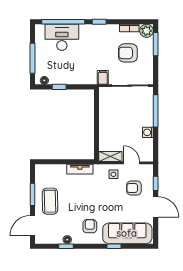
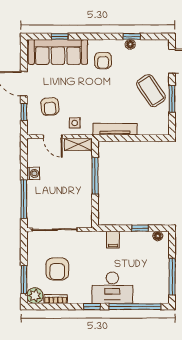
desk: (62, 37) -> (112, 288), moved
armchair: (128, 53) -> (57, 269), turned 90
window: (32, 58) -> (172, 277), moved
filing cabinet: (103, 77) -> (113, 240), moved
window: (96, 130) -> (95, 176), added
tv unit: (80, 169) -> (115, 129), width x1.41
armchair: (134, 188) -> (50, 106), turned 85
coffee table: (50, 201) -> (151, 91), turned -33
window: (114, 246) -> (60, 36), moved

